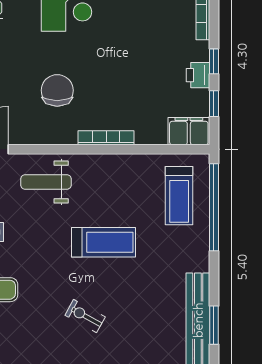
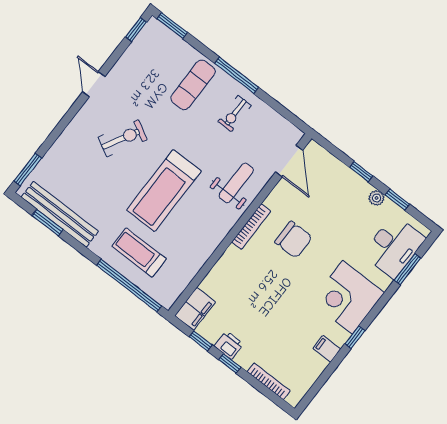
bookcase: (106, 138) -> (251, 227), moved
treadmill: (179, 196) -> (139, 253), moved
treadmill: (104, 242) -> (164, 191), width x1.37, depth x1.38
exercise bike: (85, 316) -> (123, 138), width x1.38, depth x1.39

